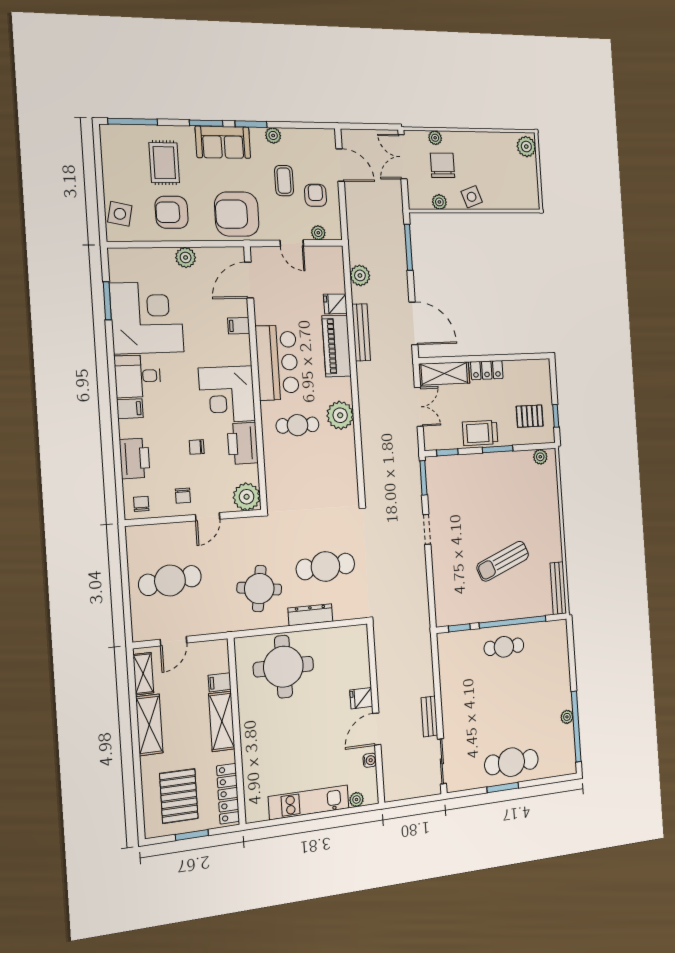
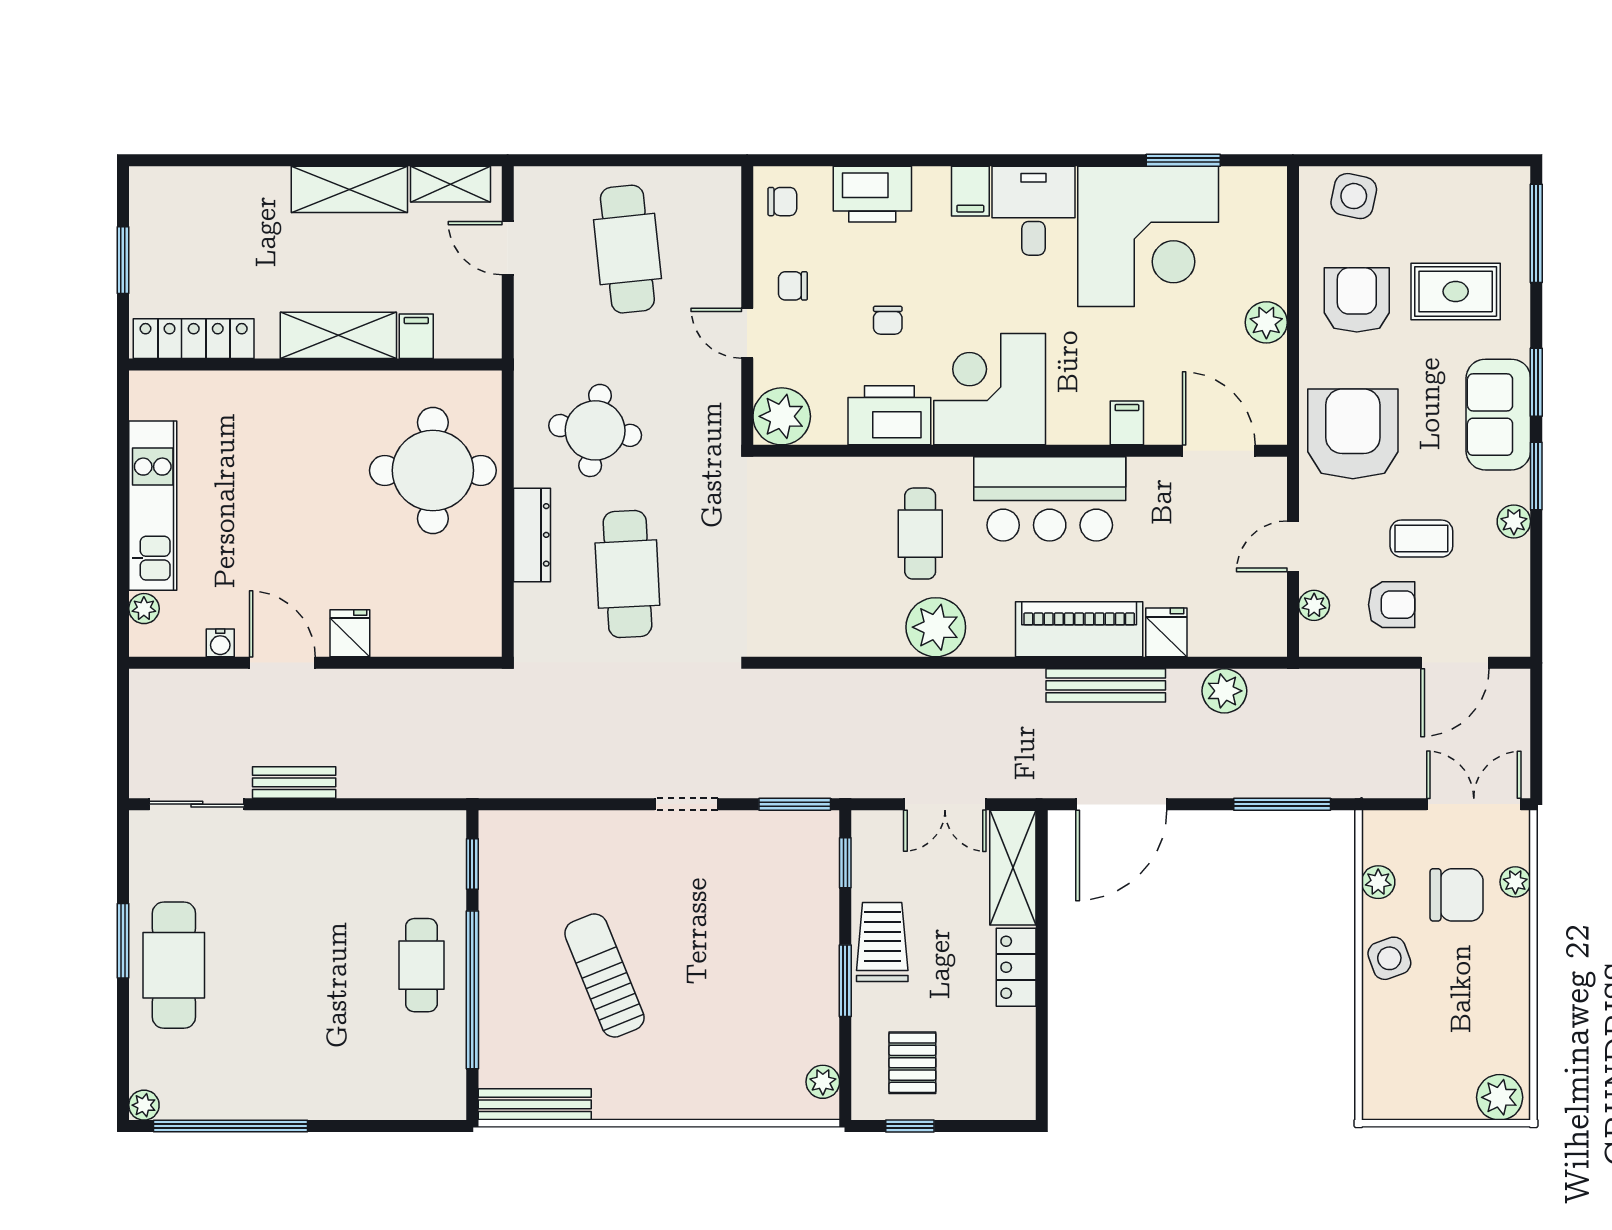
chair: (197, 447) -> (888, 320), turned 180
plant: (567, 717) -> (144, 1105), moved
pallet: (179, 796) -> (203, 239), removed

